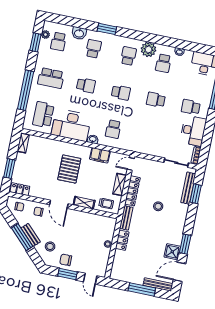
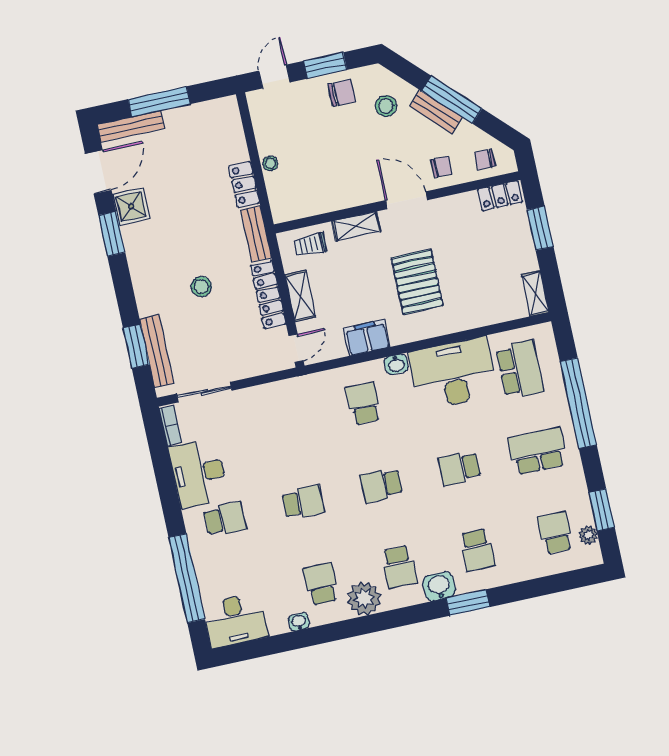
washbasin: (79, 33) -> (439, 586), moved
door: (90, 279) -> (274, 77), hinge flipped

